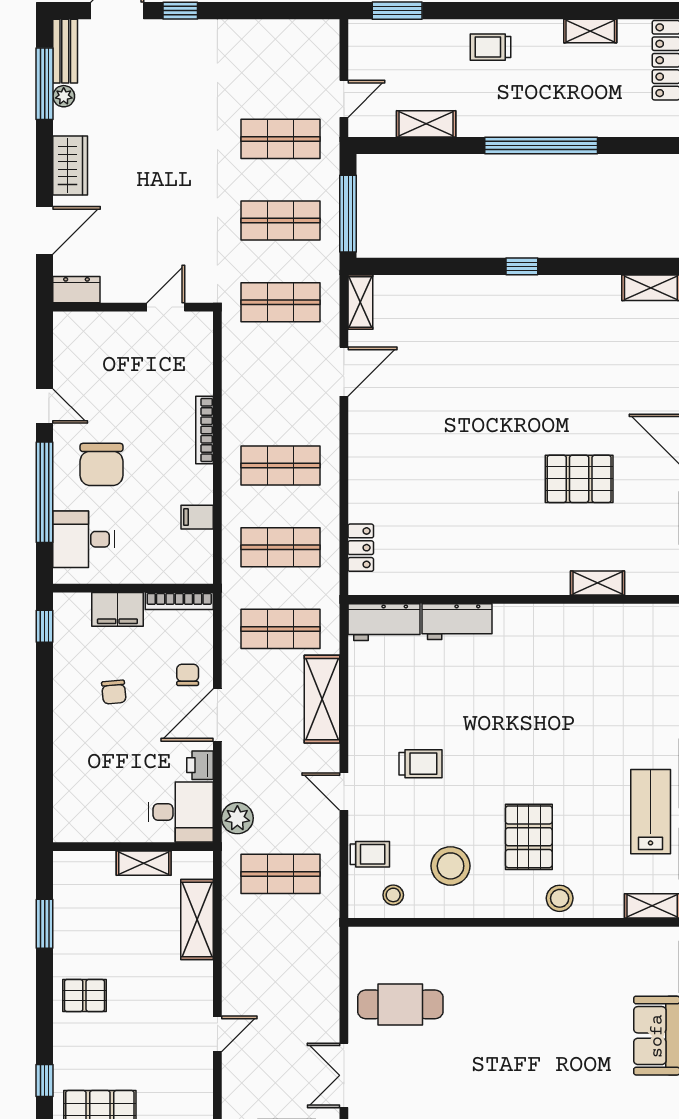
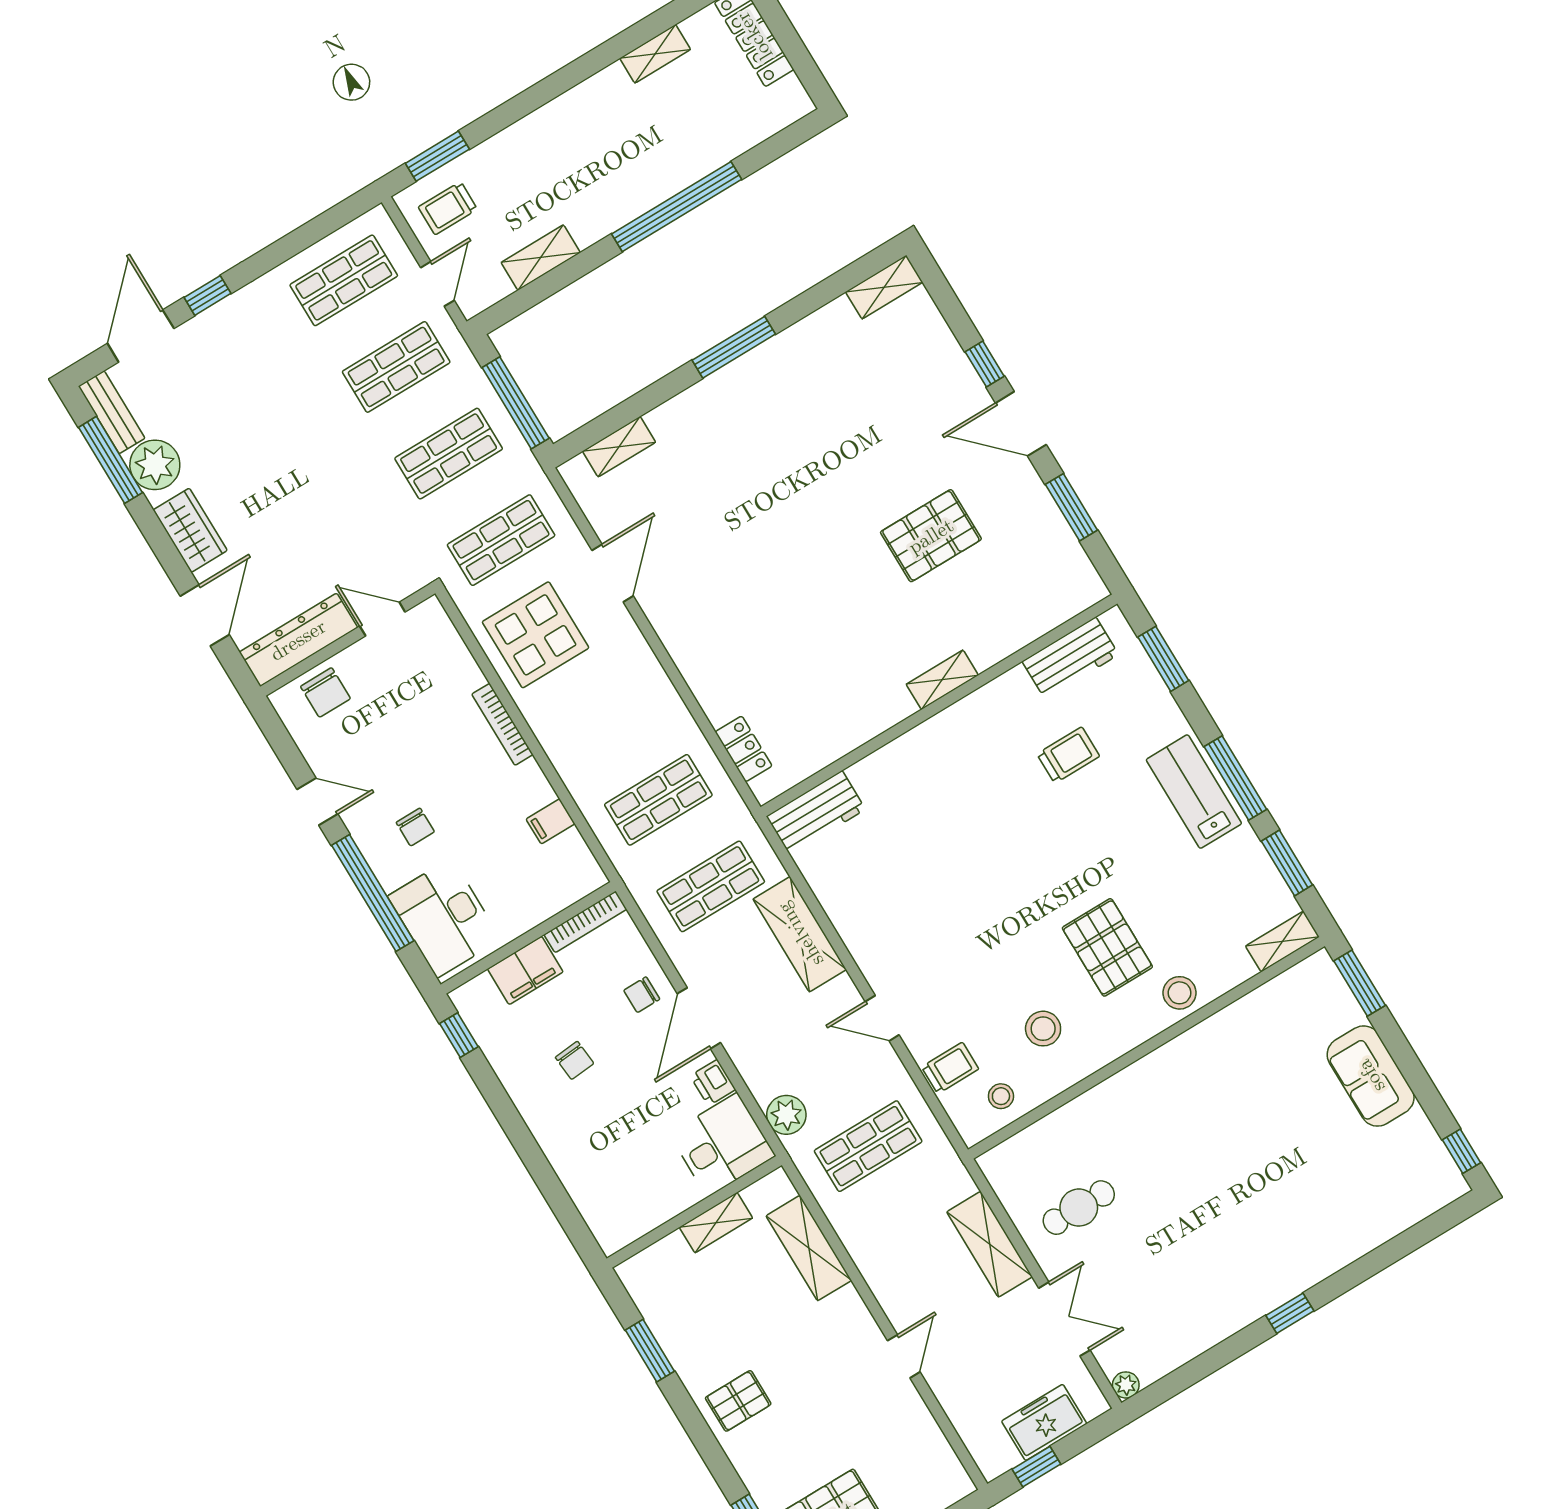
trolley: (491, 47) -> (448, 208), moved
plant: (64, 96) -> (155, 465), width x1.88, depth x1.88
window: (522, 266) -> (734, 347), width x2.17
dresser: (76, 290) -> (298, 640), width x1.96, depth x1.24
shelving: (360, 302) -> (619, 447), moved, turned 90
door: (166, 307) -> (382, 619), hinge flipped
chair: (96, 334) -> (326, 692), added
display table: (265, 382) -> (536, 635), added
chair: (102, 464) -> (415, 827), width x0.54, depth x0.54
shop shelf: (281, 466) -> (344, 280), moved
desk: (84, 539) -> (444, 918), width x1.37
shelving: (598, 583) -> (942, 680), moved
workbench: (457, 622) -> (1070, 658), moved
chair: (188, 675) -> (642, 995), turned -90
trolley: (420, 764) -> (1068, 755), moved
lab bench: (651, 812) -> (1194, 792), moved
stool: (451, 866) -> (1043, 1029), width x0.73, depth x0.73
shelving: (323, 992) -> (990, 1244), added
cafe table: (400, 1004) -> (1079, 1208), width x0.73, depth x0.74
double door: (344, 1075) -> (1064, 1319), swing flipped

